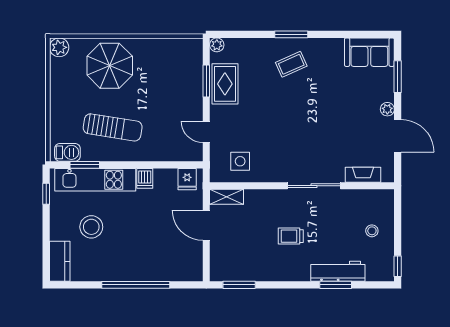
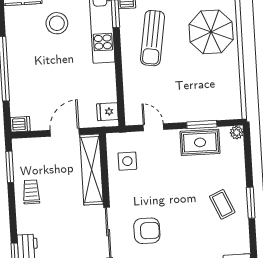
door: (206, 132) -> (153, 127), hinge flipped
armchair: (314, 145) -> (147, 231), added
dishwasher: (145, 178) -> (20, 124), moved, turned 180
shelving: (227, 197) -> (92, 169), width x2.20, depth x1.33
trolley: (291, 236) -> (31, 192), moved

